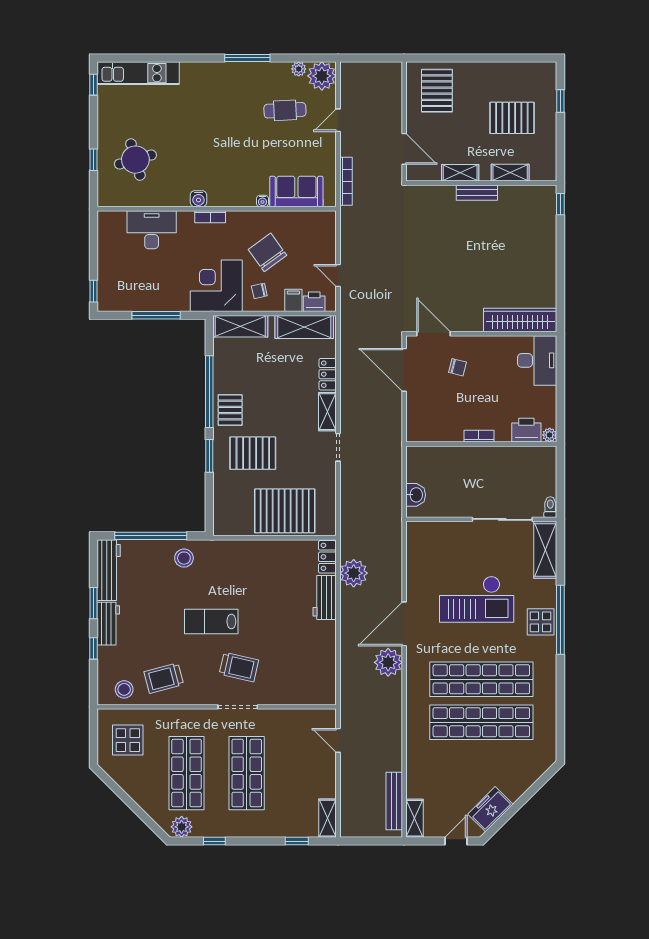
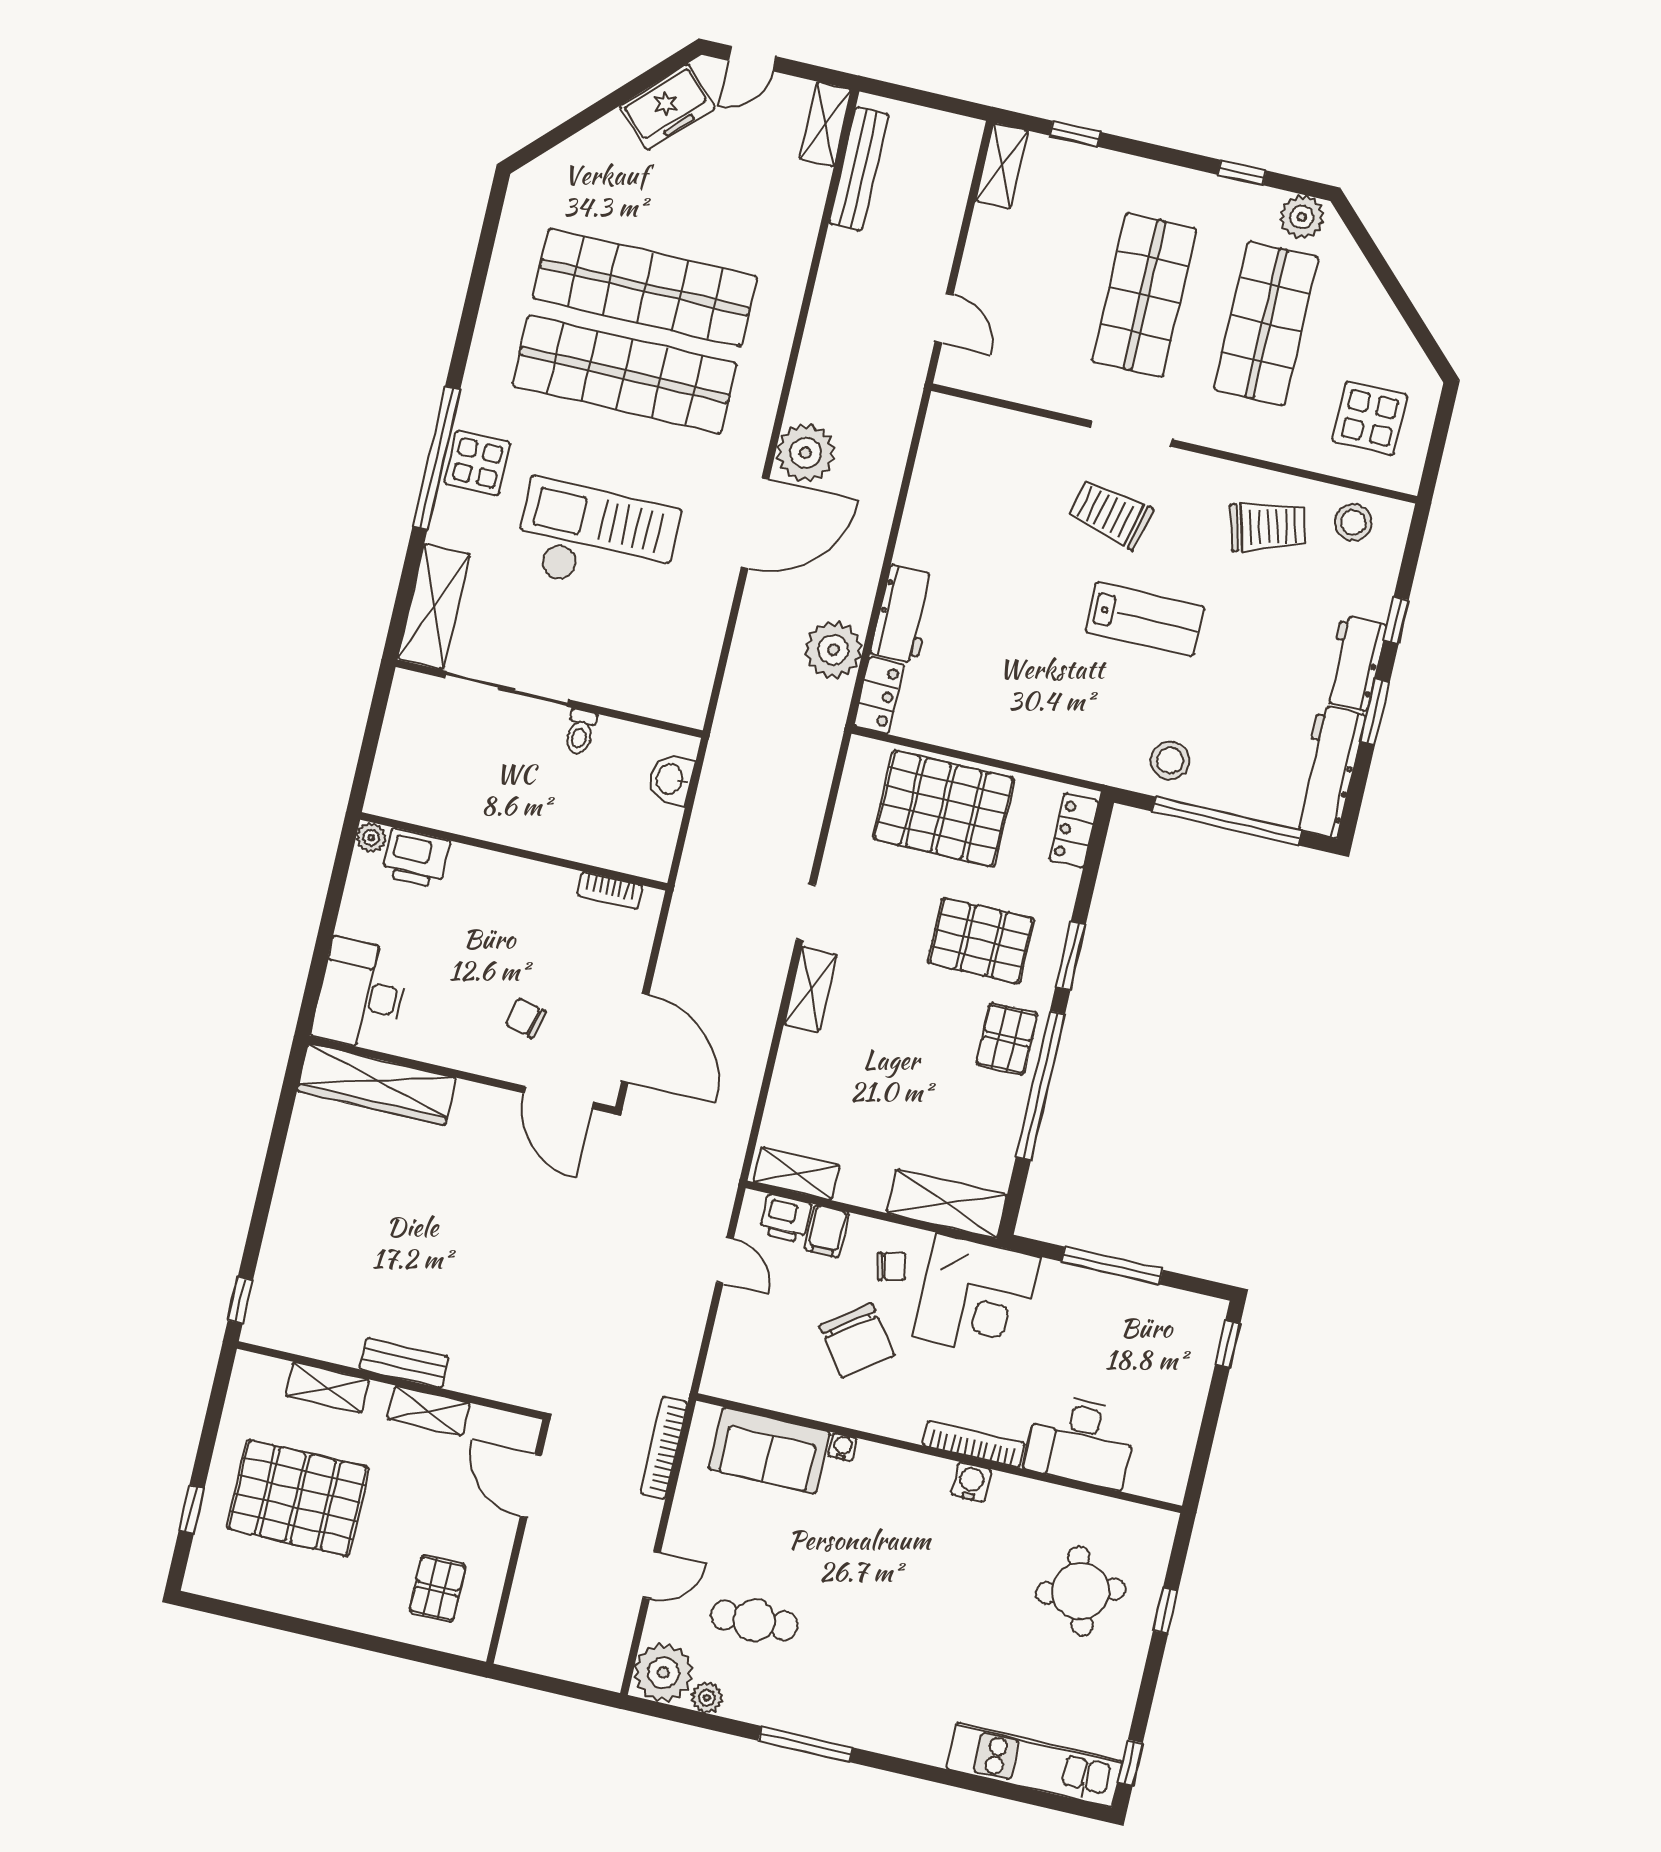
pallet: (437, 91) -> (437, 1589), width x0.67, depth x0.71
pallet: (512, 118) -> (298, 1498), width x1.37, depth x1.41
bookcase: (210, 217) -> (974, 1444), width x1.56
shelving: (304, 327) -> (796, 1174), width x0.67, depth x0.75
locker: (328, 374) -> (1074, 831), moved, turned 180
bookcase: (479, 436) -> (610, 890), moved
toilet: (550, 507) -> (580, 732), moved

